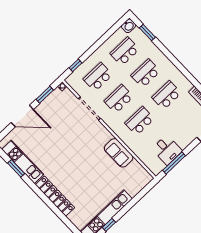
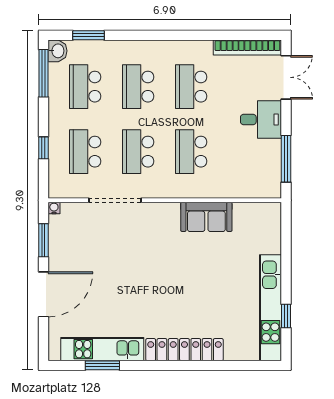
window: (114, 29) -> (43, 73), added
window: (76, 65) -> (43, 148), moved
desk: (167, 150) -> (261, 119), moved

